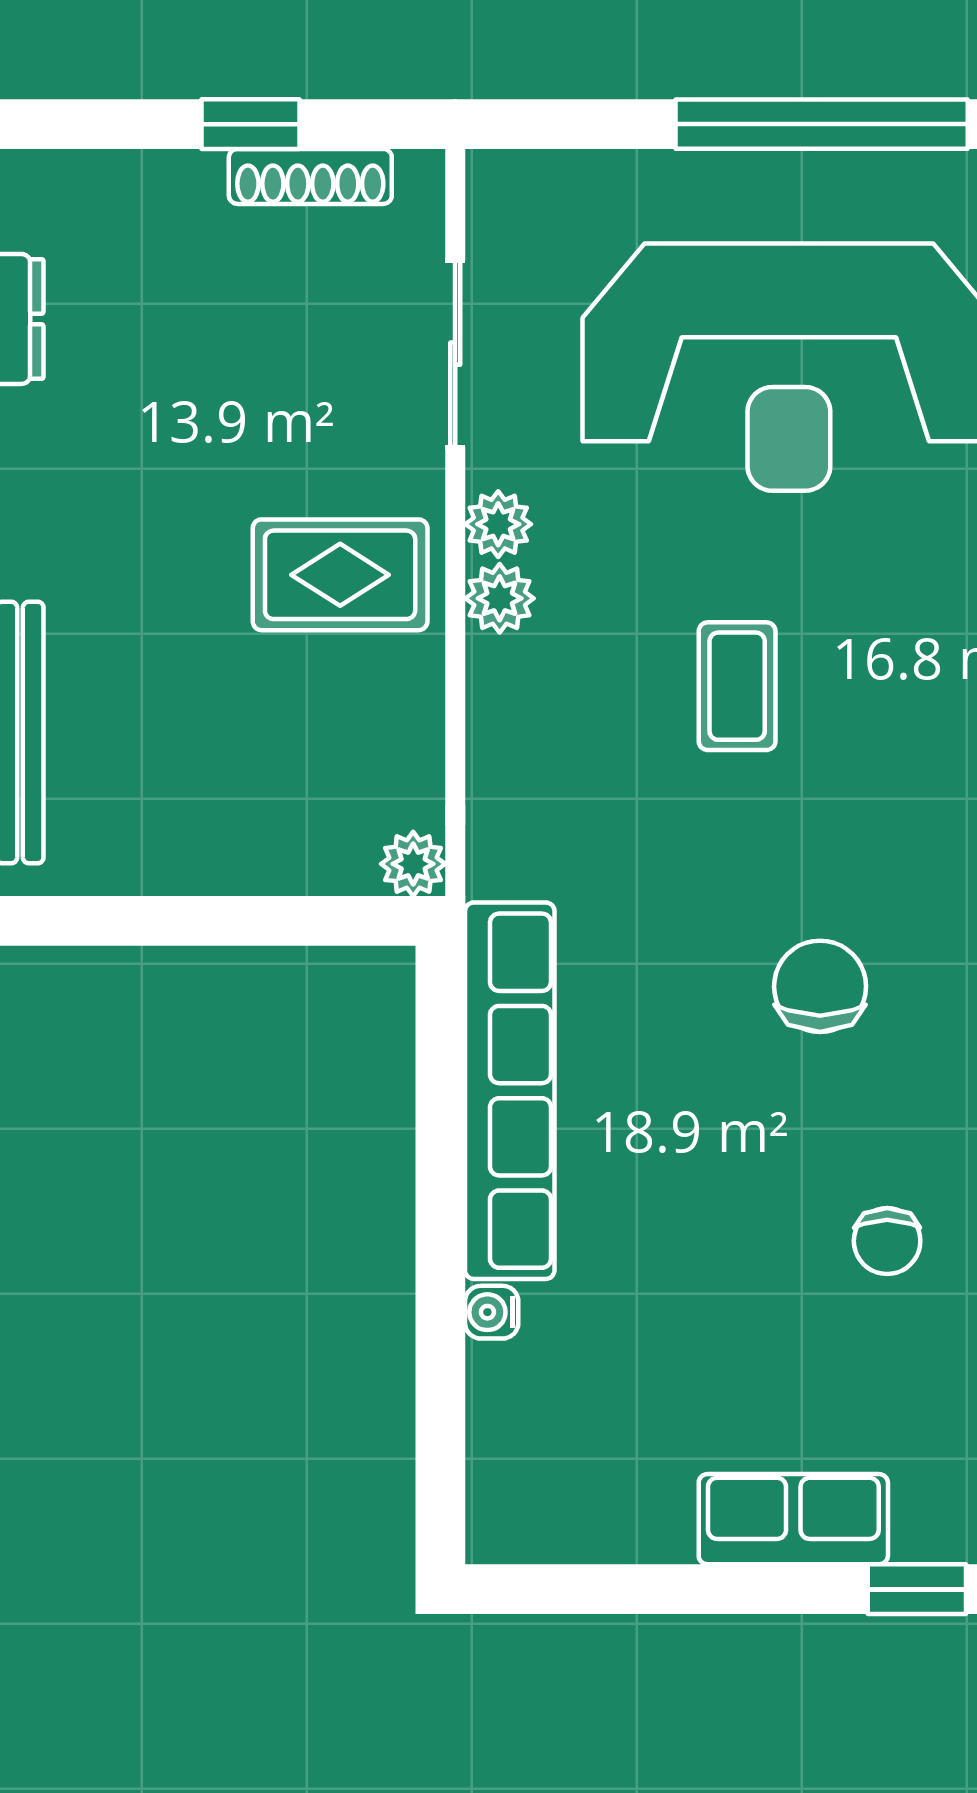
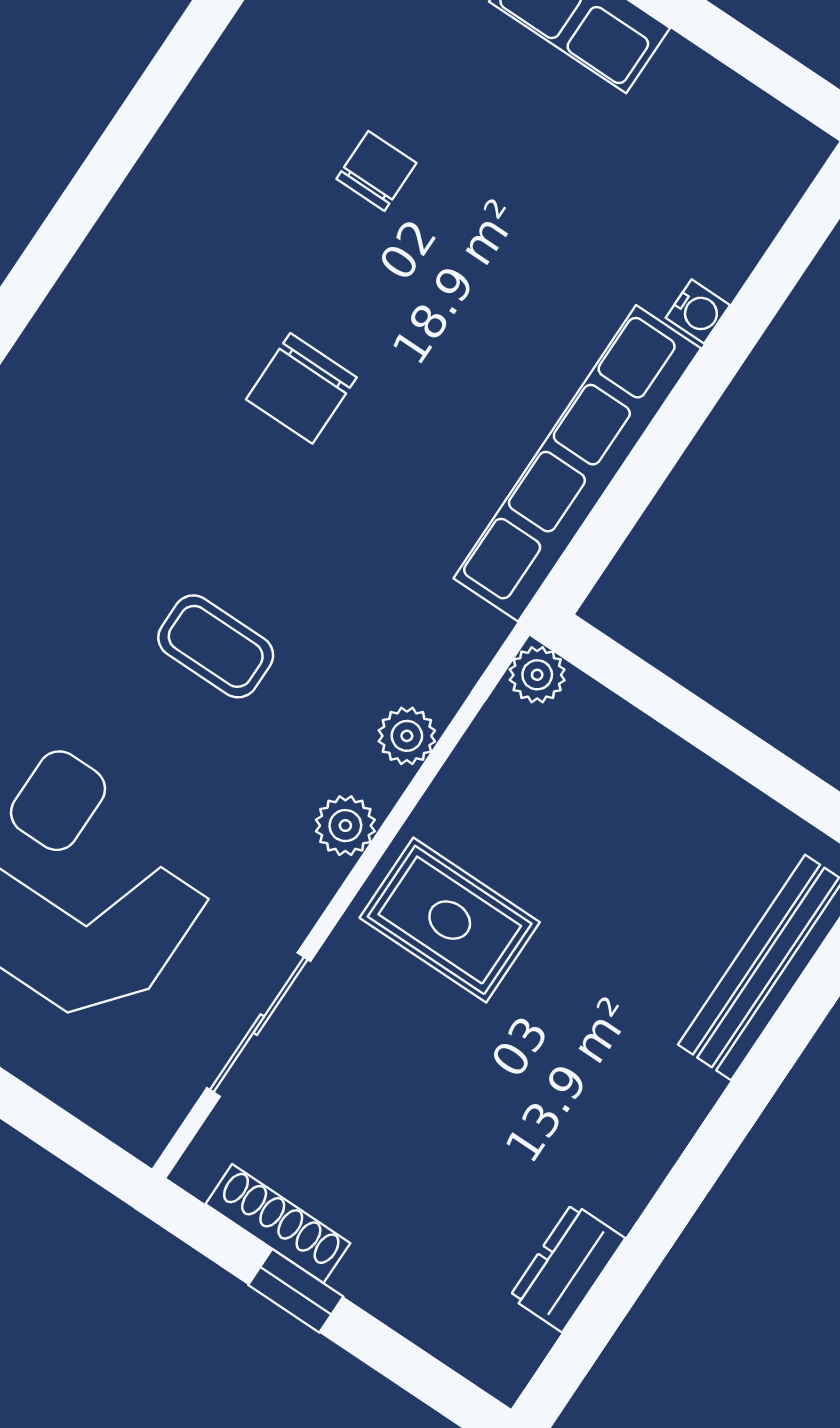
plant: (498, 524) -> (407, 736), moved
coffee table: (737, 686) -> (216, 646), turned 90

